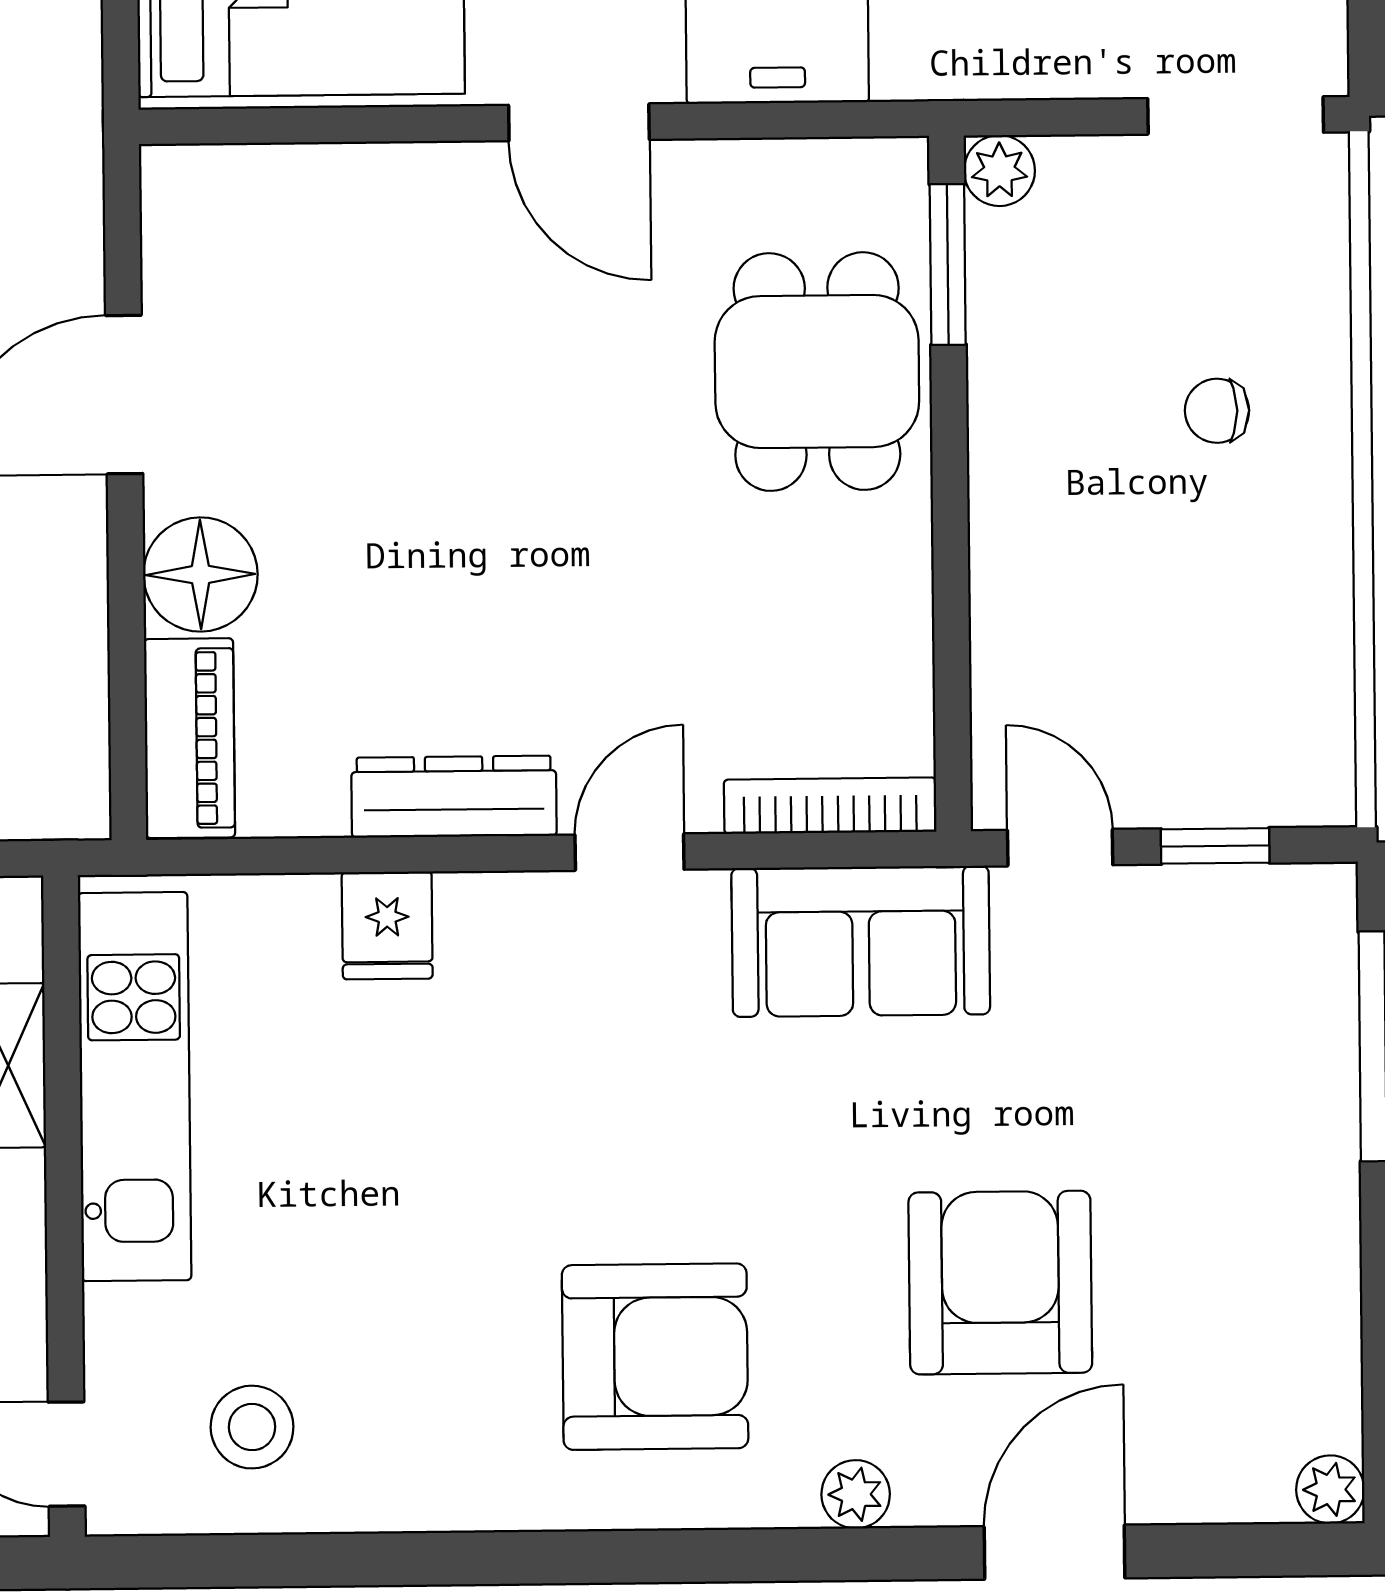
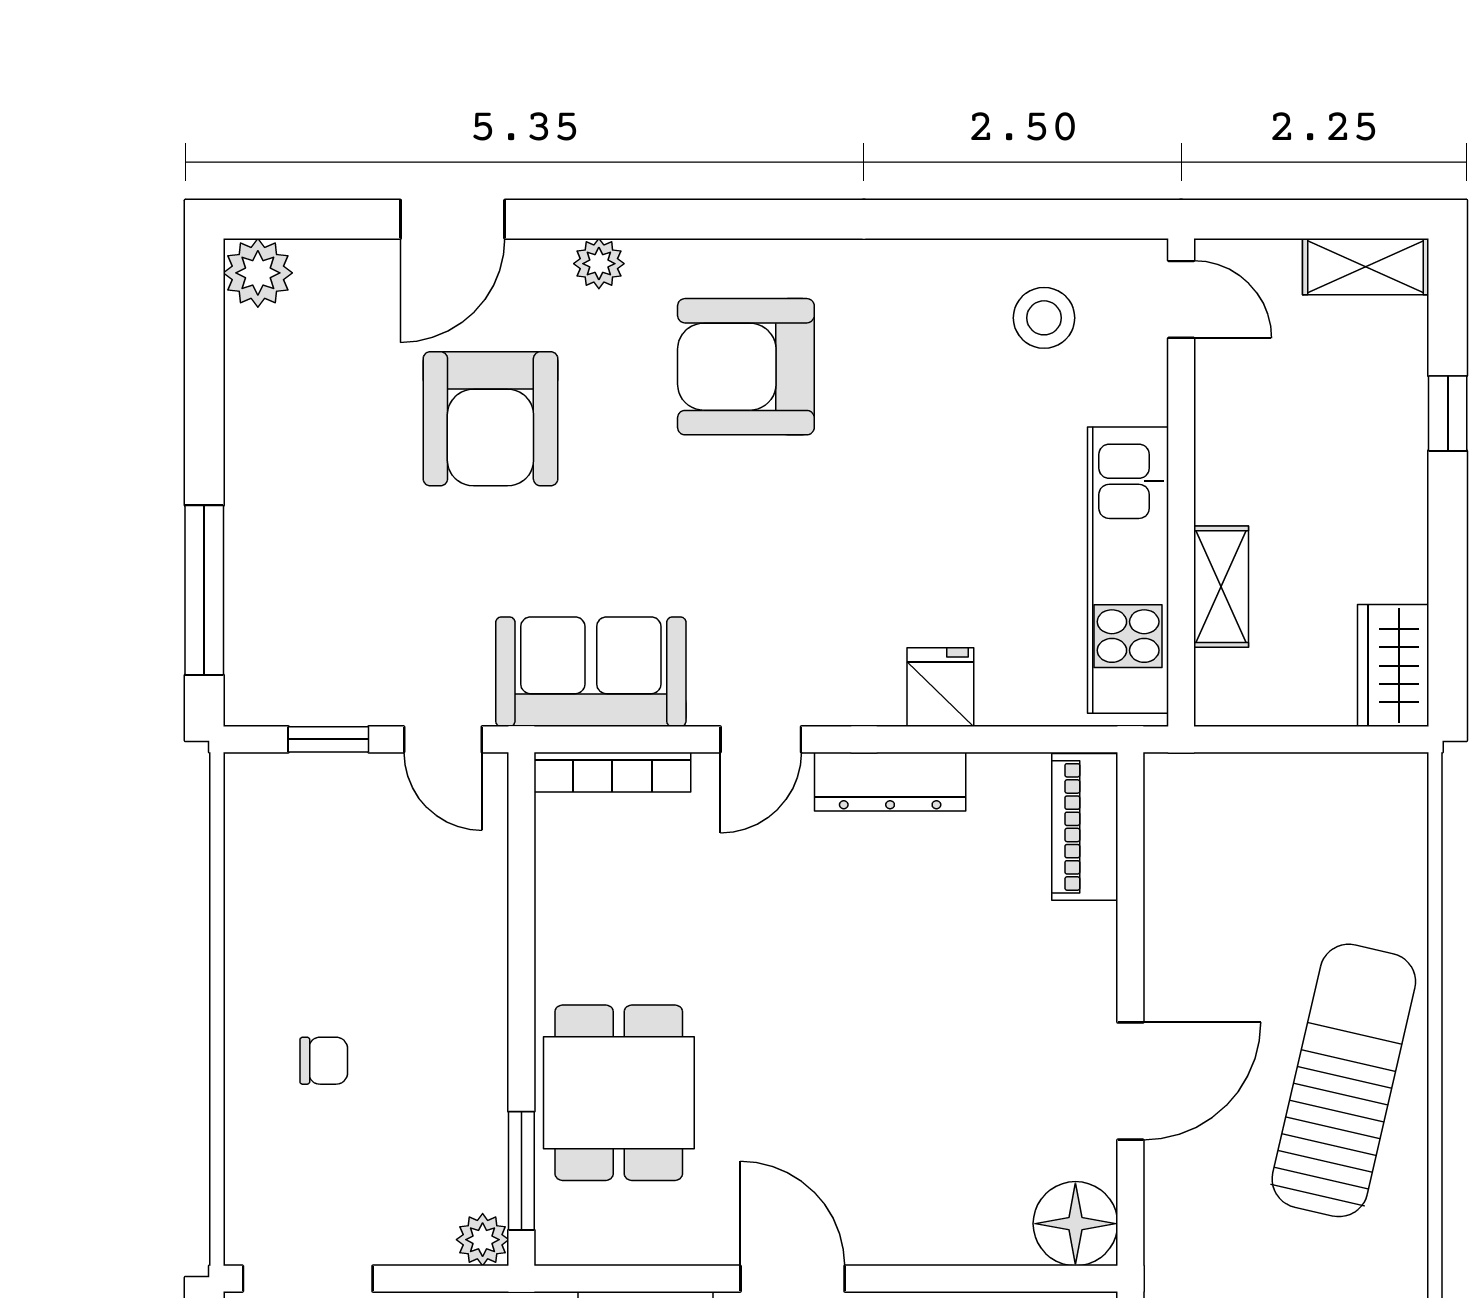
floor lamp: (200, 574) -> (1075, 1224), moved
plant: (1330, 1489) -> (258, 273), width x1.38, depth x1.38

